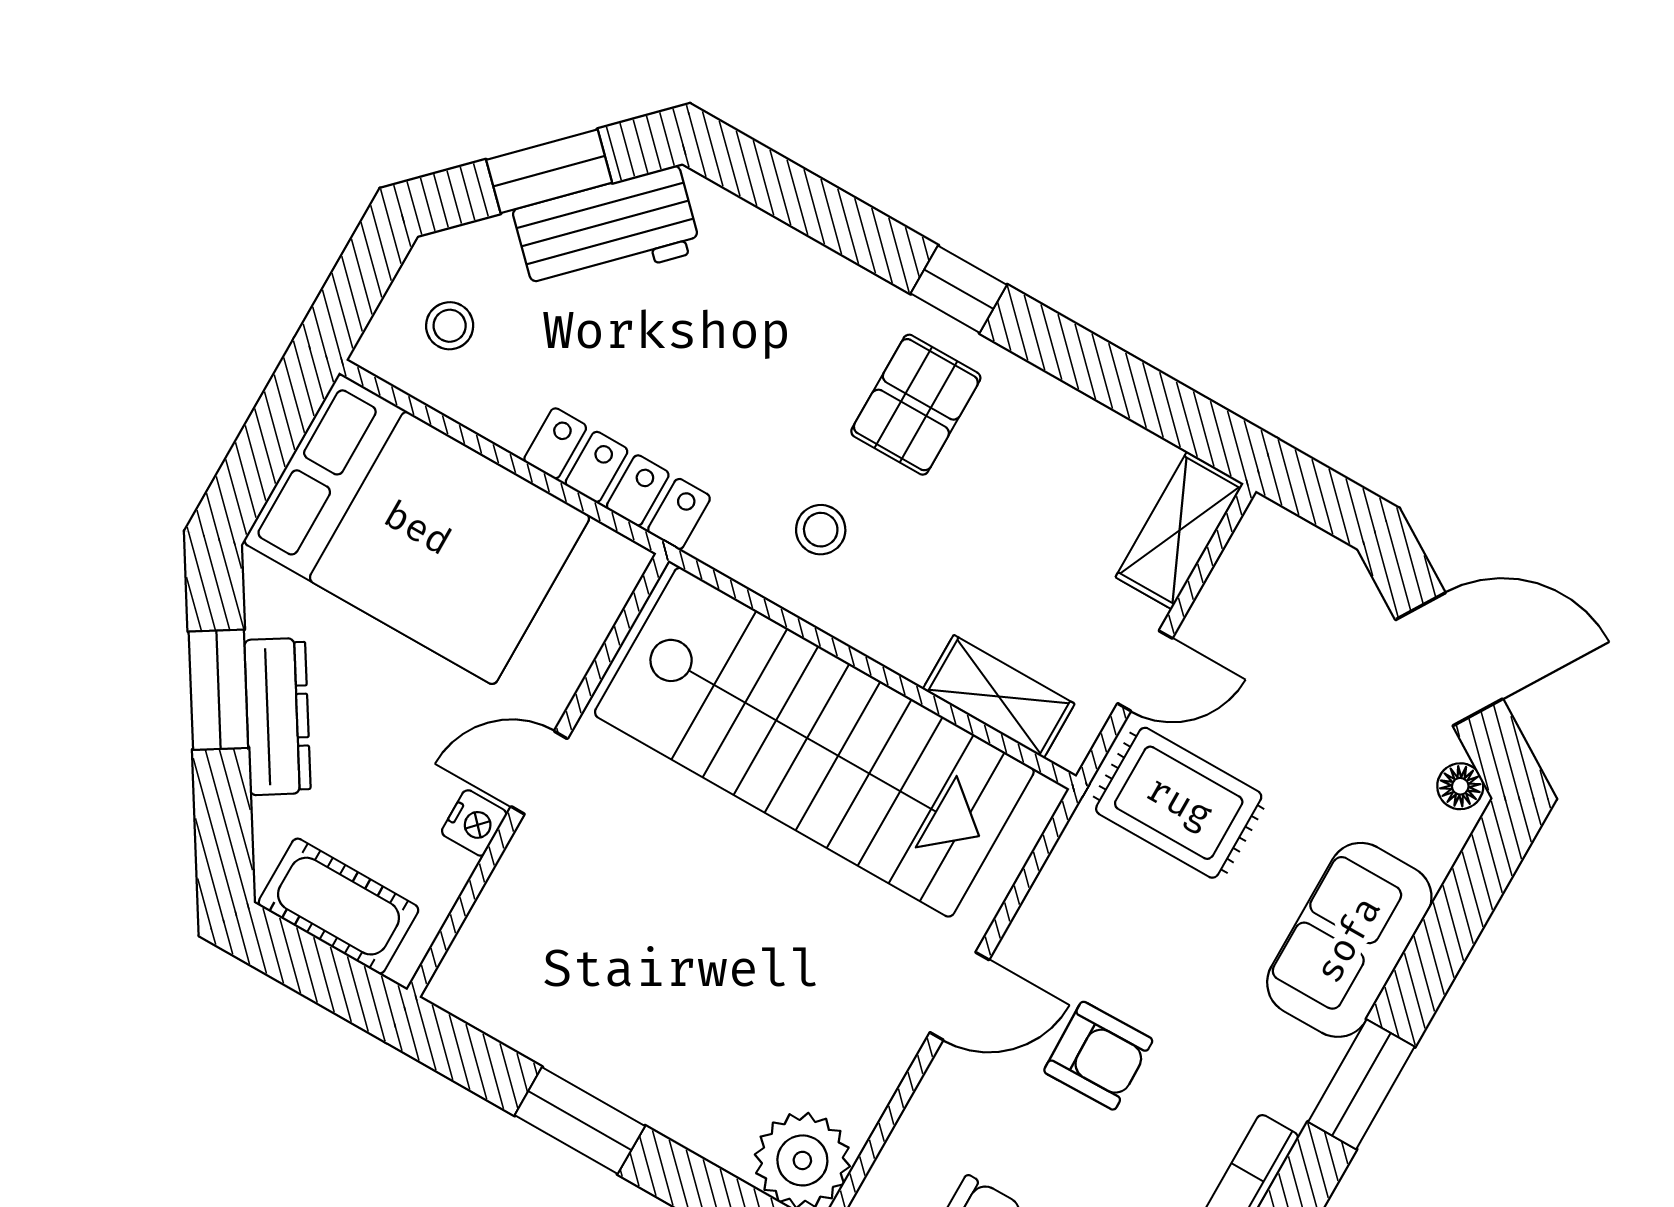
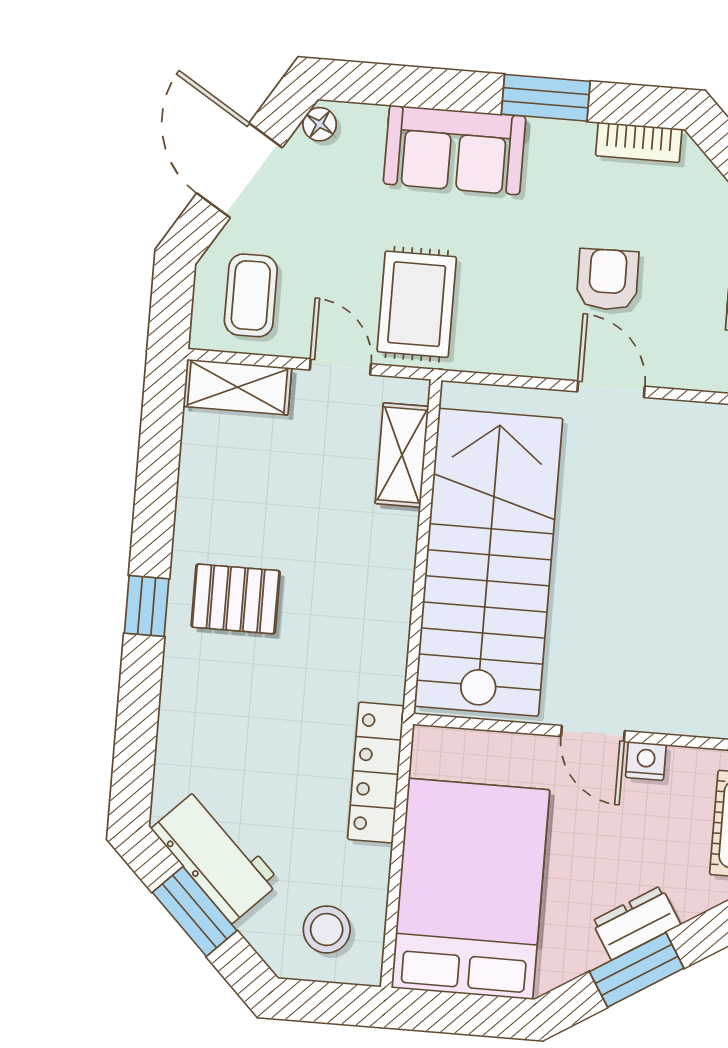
stool: (450, 326) -> (327, 930), width x1.37, depth x1.37
stool: (821, 530) -> (347, 623), removed
coffee table: (1286, 601) -> (251, 295), added
dresser: (277, 717) -> (636, 923), width x0.70

